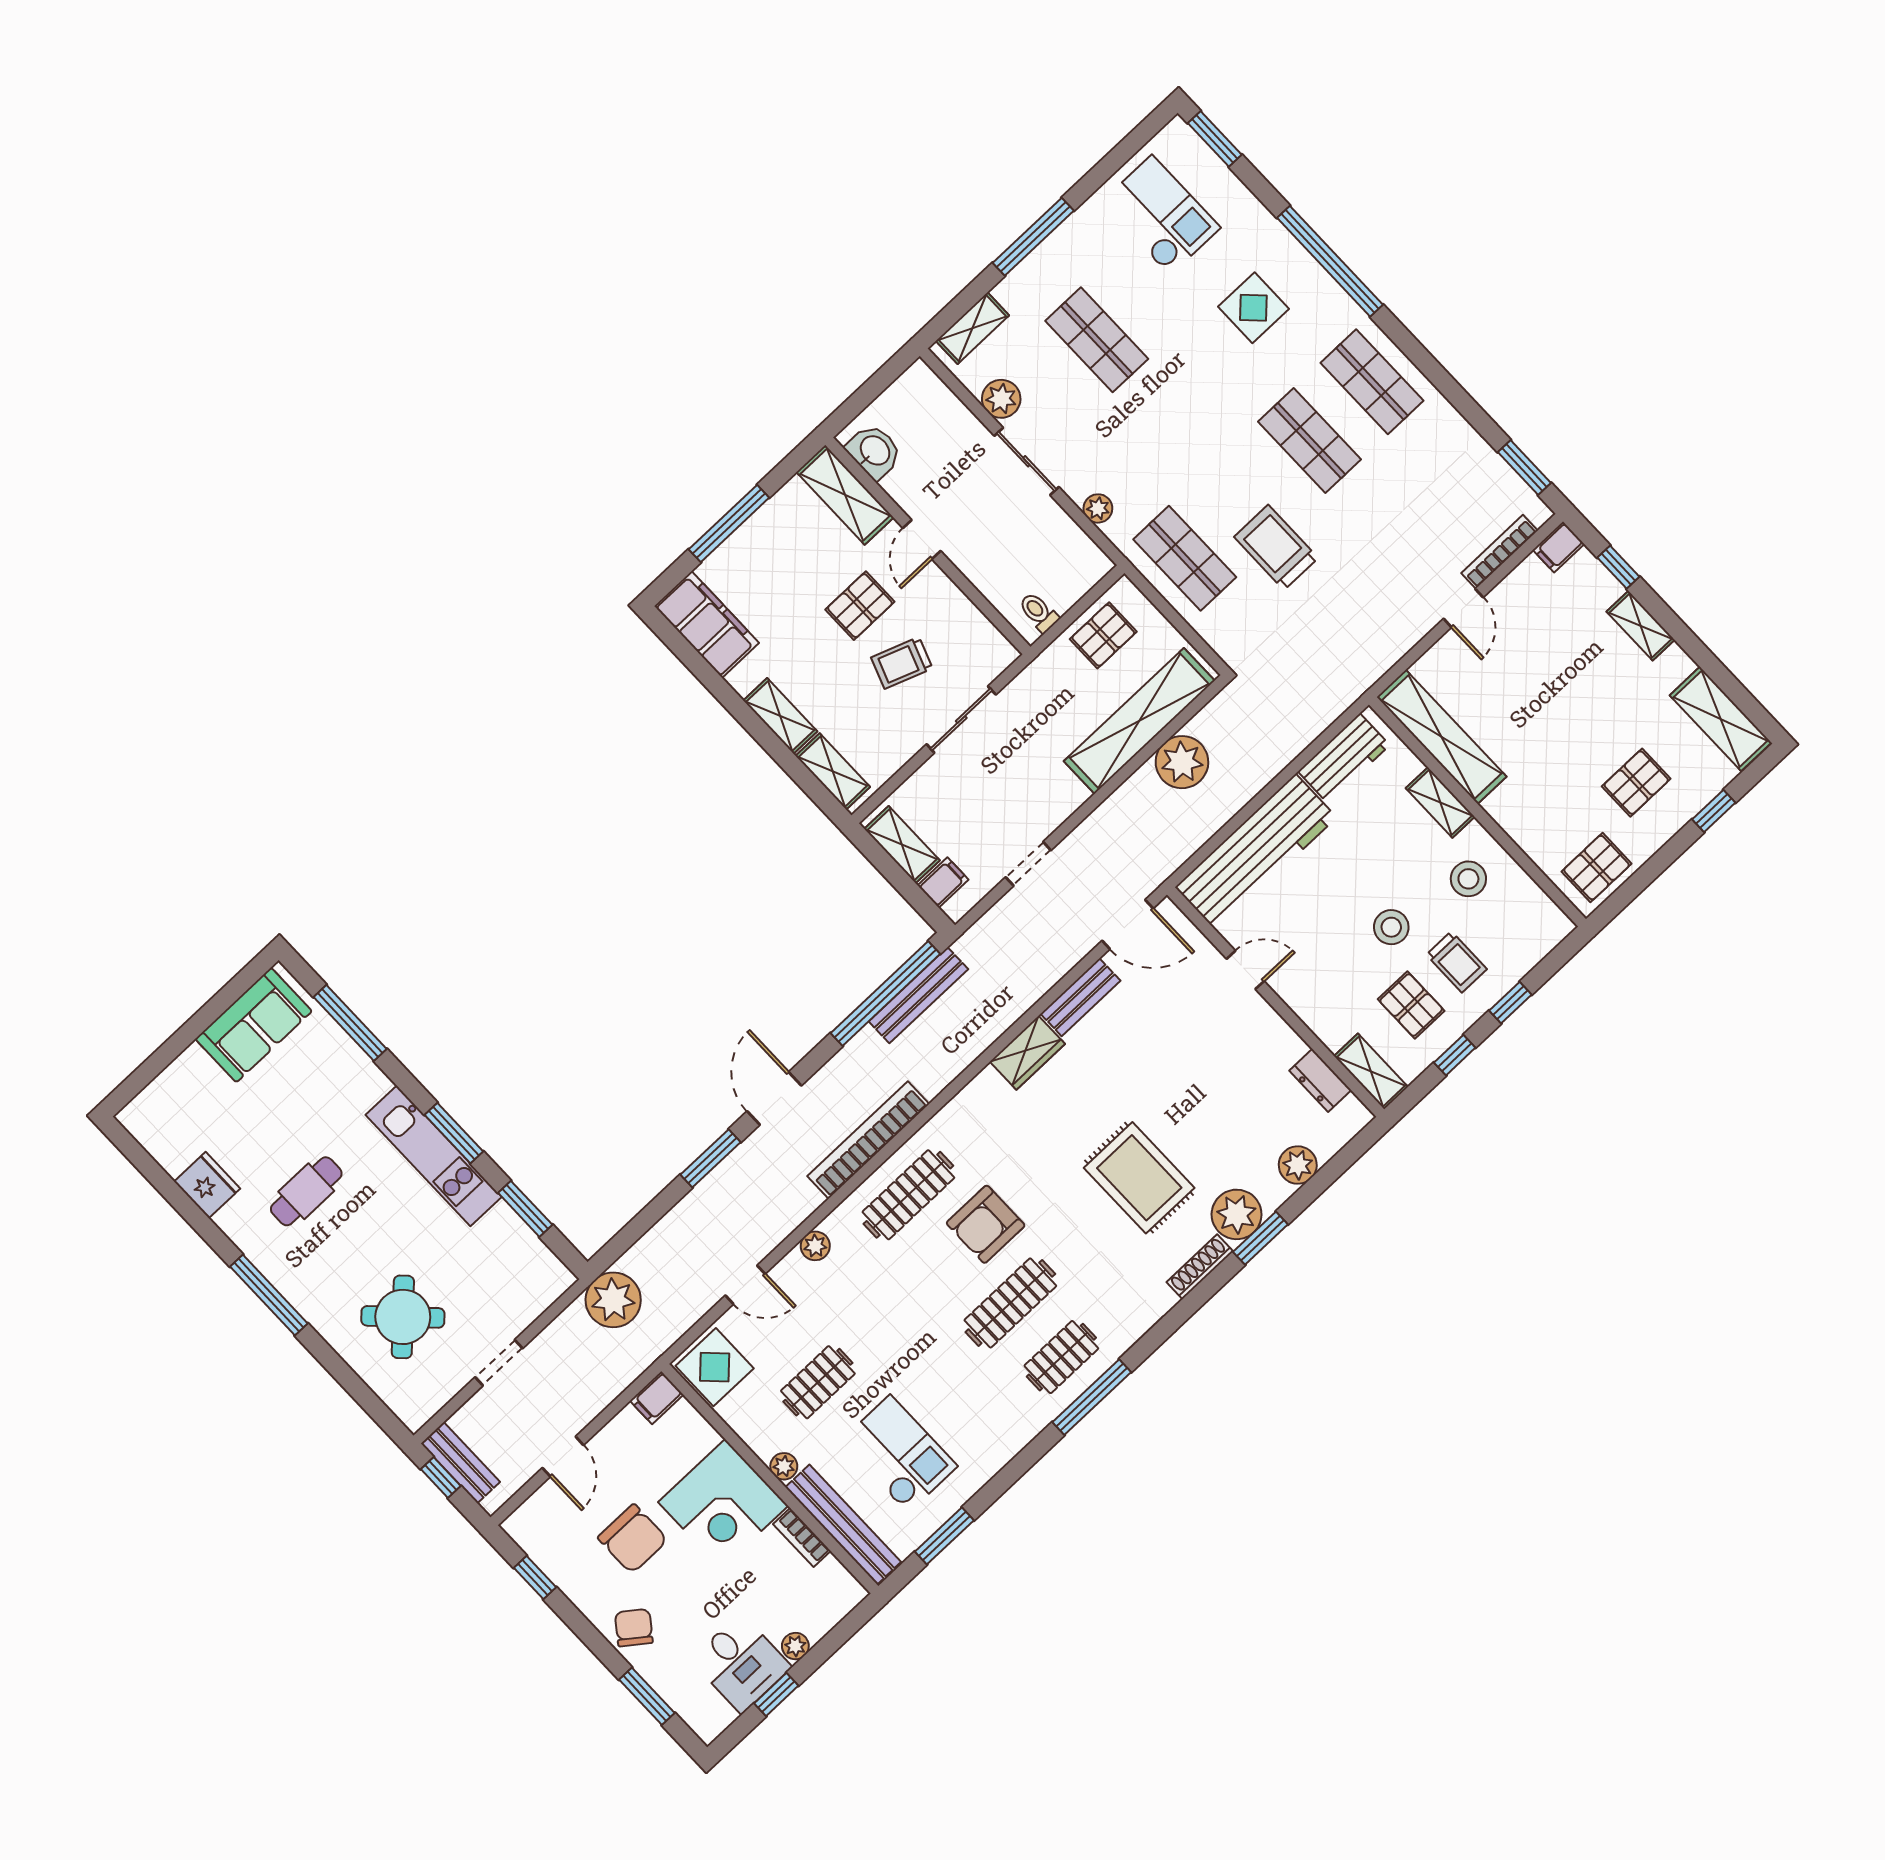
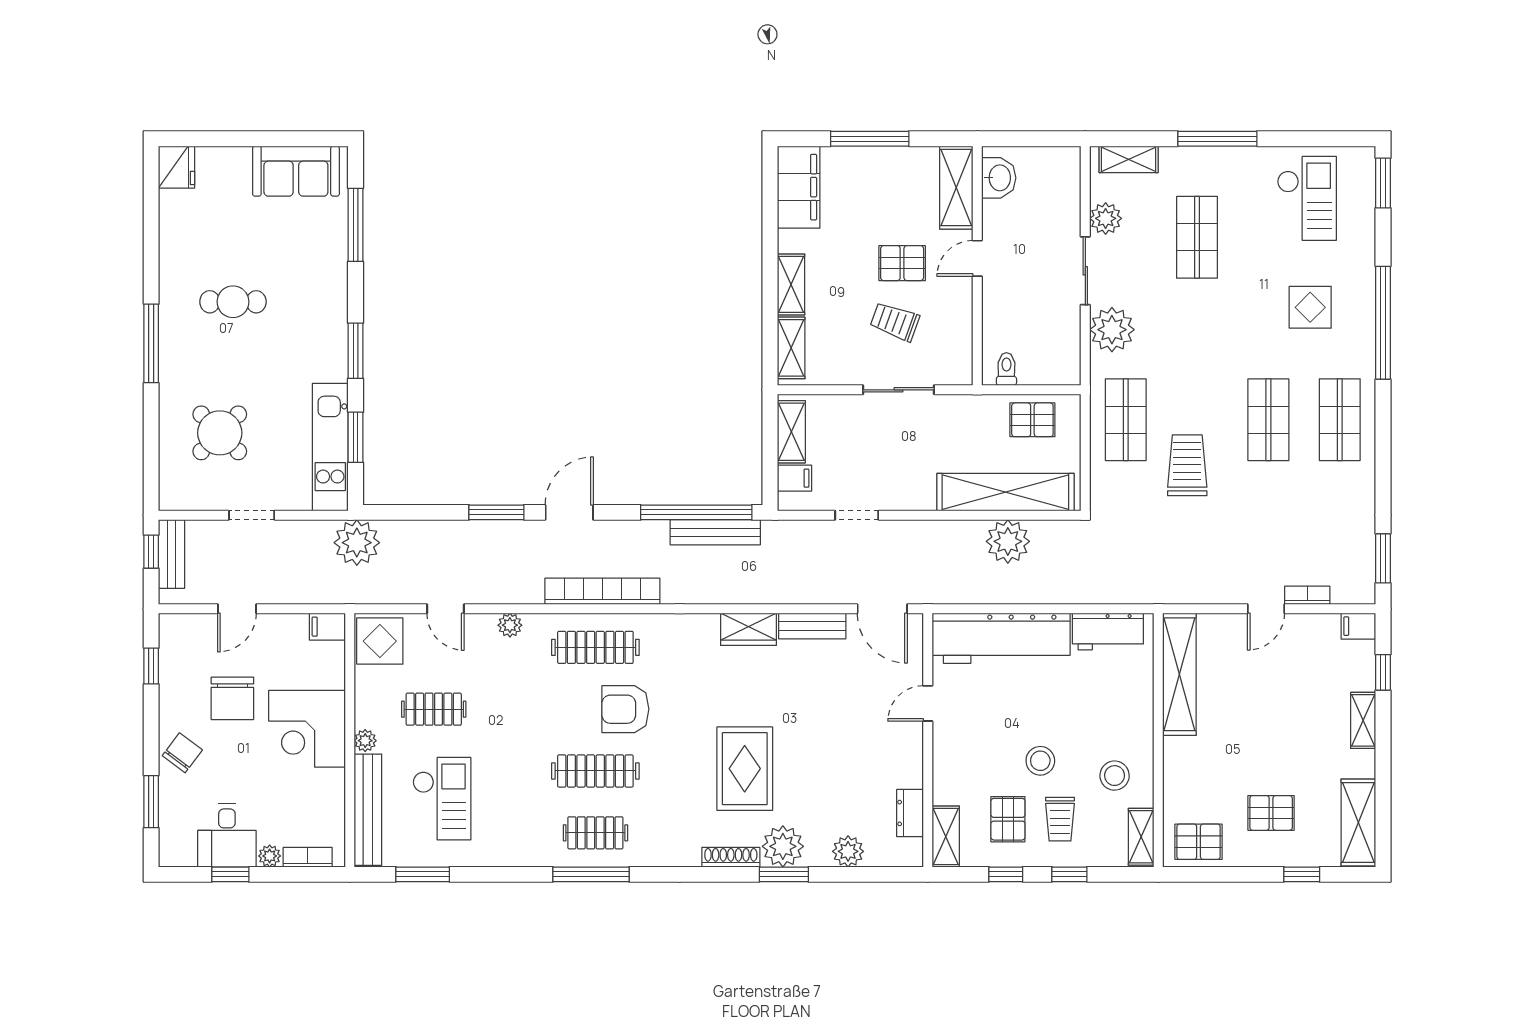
plant: (1098, 508) -> (1112, 330), width x1.87, depth x1.87
bookcase: (1499, 552) -> (1307, 595), width x0.64
shelving: (1440, 802) -> (1141, 837), moved
door: (1245, 970) -> (928, 703), swing flipped
kitchen unit: (434, 1156) -> (330, 447), moved
fridge: (207, 1185) -> (177, 167), moved
bookcase: (802, 1538) -> (308, 857), moved, turned 90

